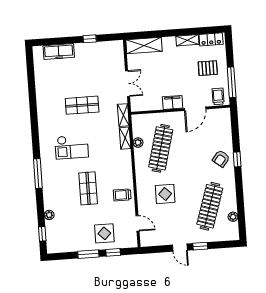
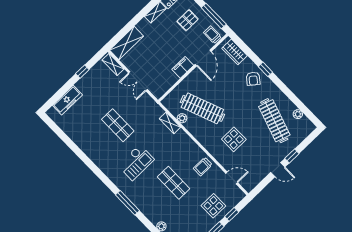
double door: (128, 84) -> (138, 81), swing flipped
shop shelf: (82, 105) -> (118, 125), turned 90
shelving: (123, 115) -> (113, 64), moved
wardrobe: (224, 125) -> (235, 52), added
clothes rail: (161, 148) -> (202, 108), turned -36

